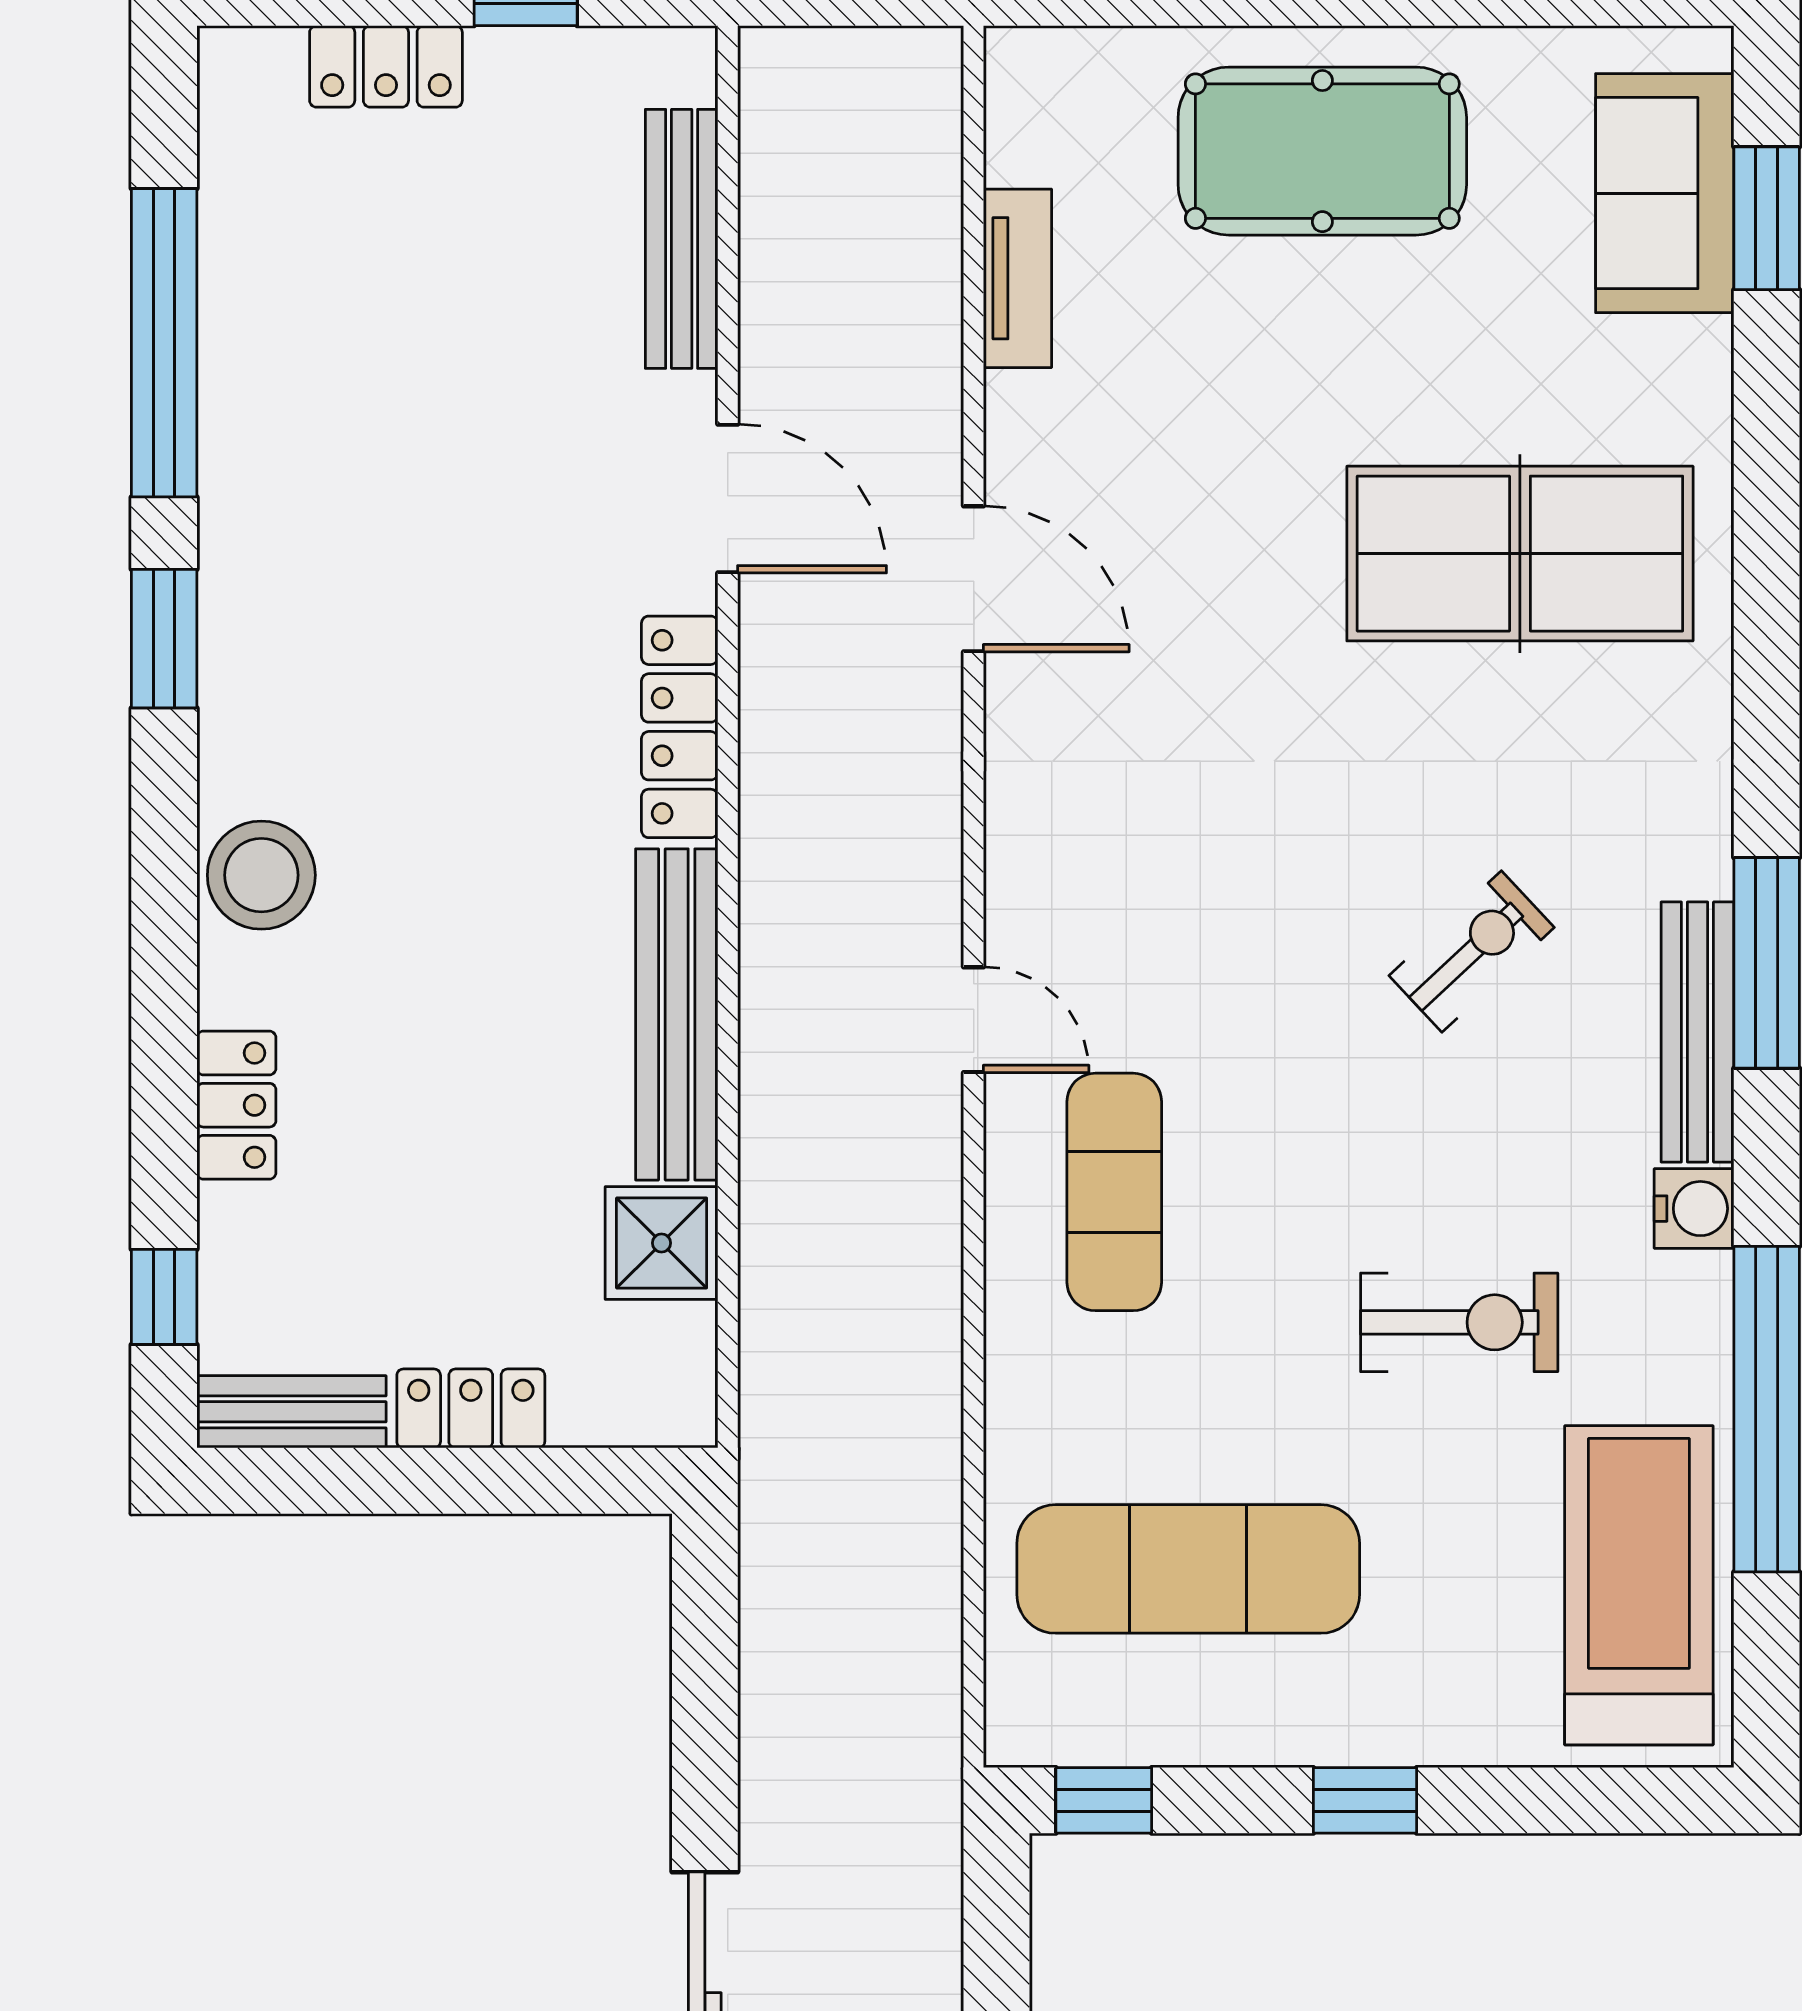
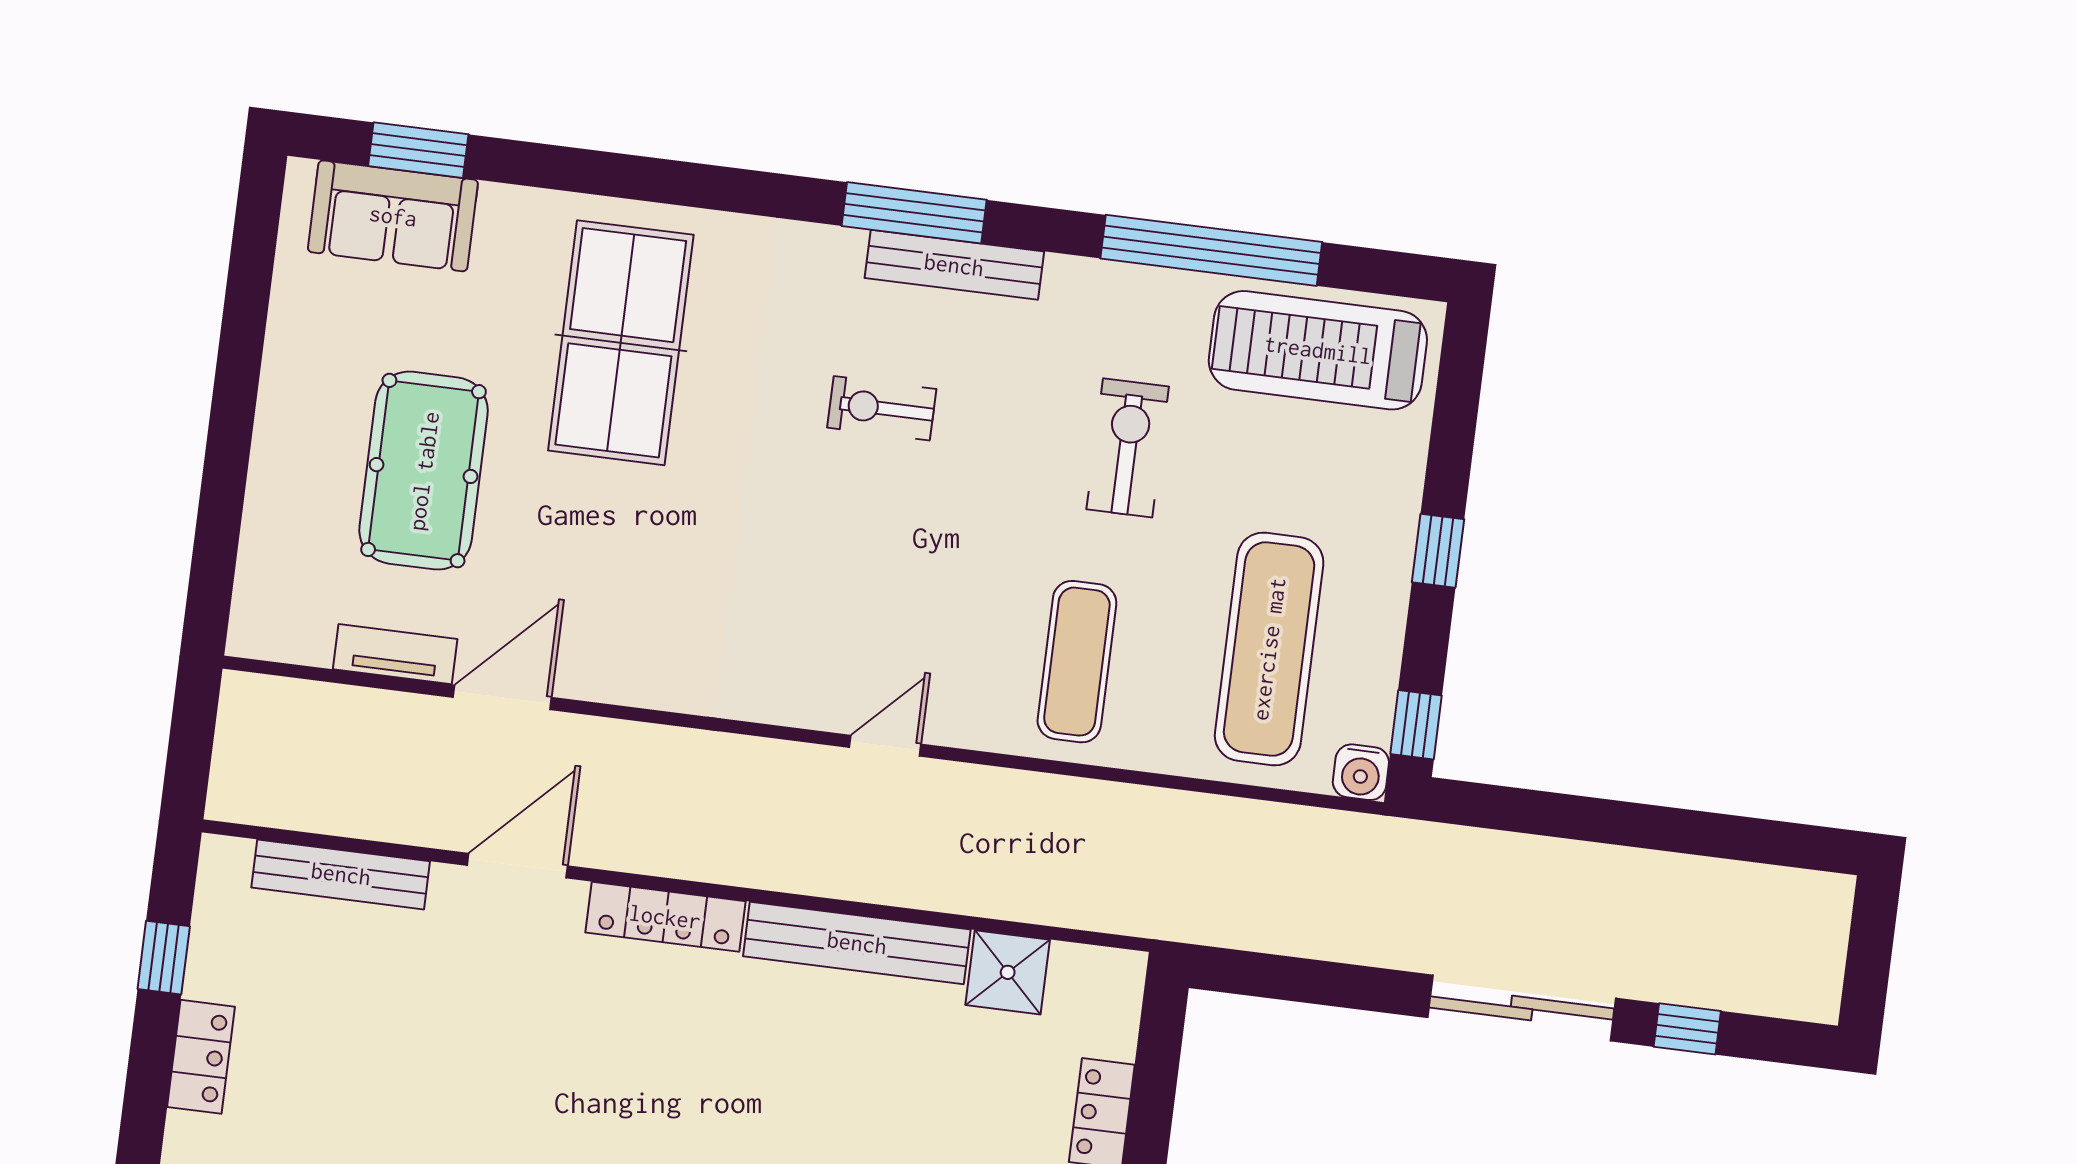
pool table: (1322, 151) -> (424, 471), moved
door: (974, 579) -> (502, 697), moved
exercise bike: (1472, 952) -> (882, 408), turned -47
exercise mat: (1114, 1192) -> (1077, 662), moved, turned 90
water cooler: (1694, 1209) -> (1361, 772), moved, turned 180

